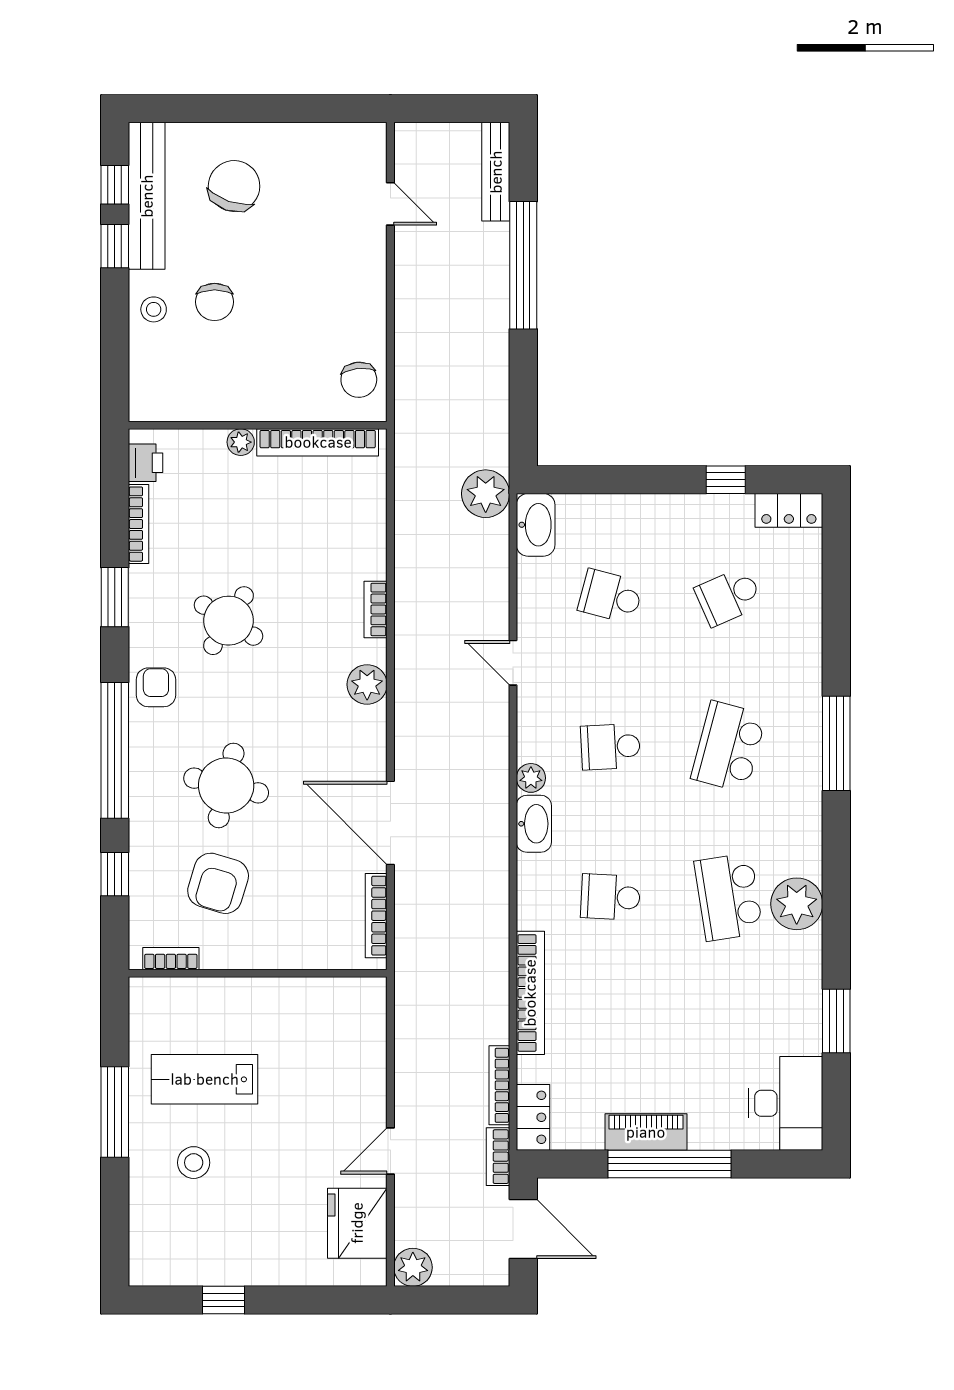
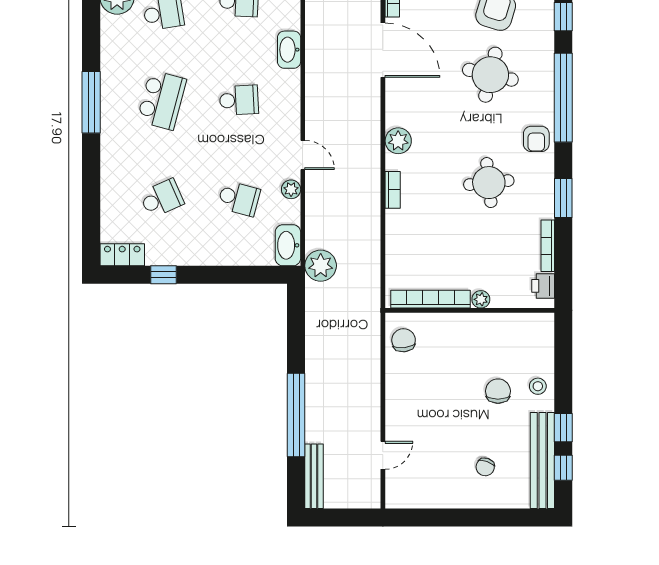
chair: (234, 186) -> (485, 467), width x0.54, depth x0.54
door: (390, 204) -> (383, 455), swing flipped
round table: (229, 621) -> (489, 183), turned -38
plant: (531, 778) -> (291, 189), moved

